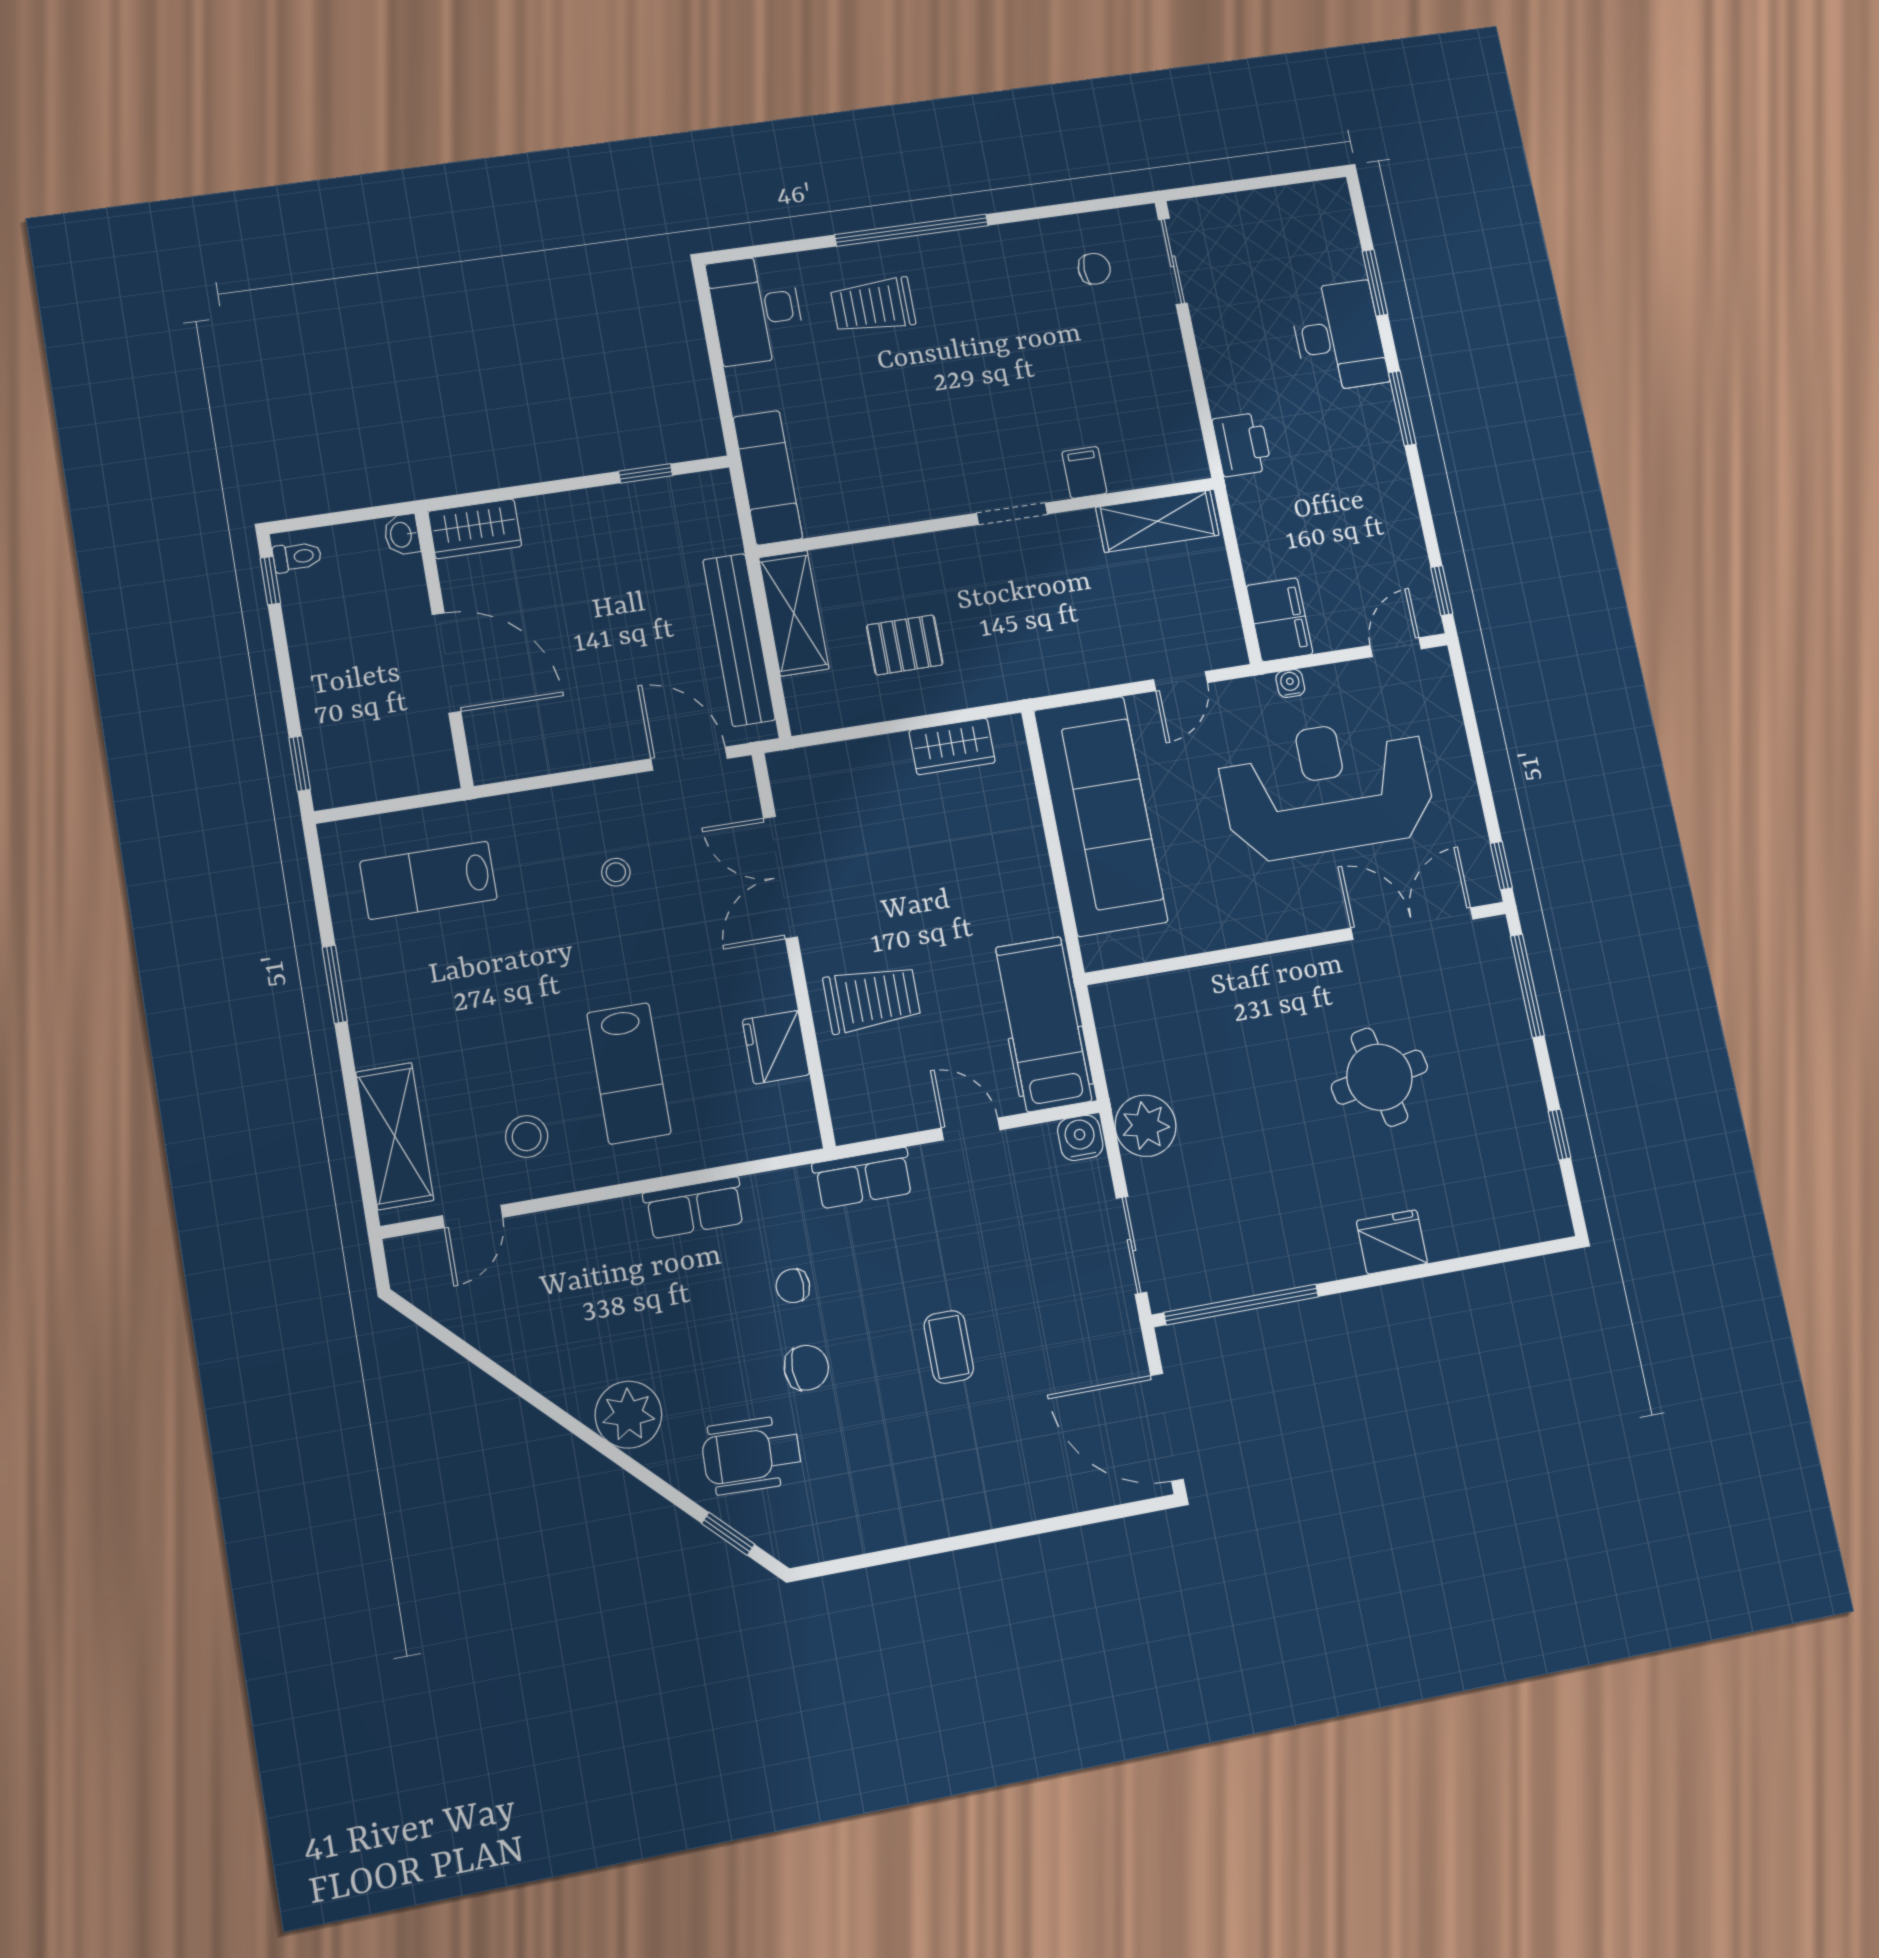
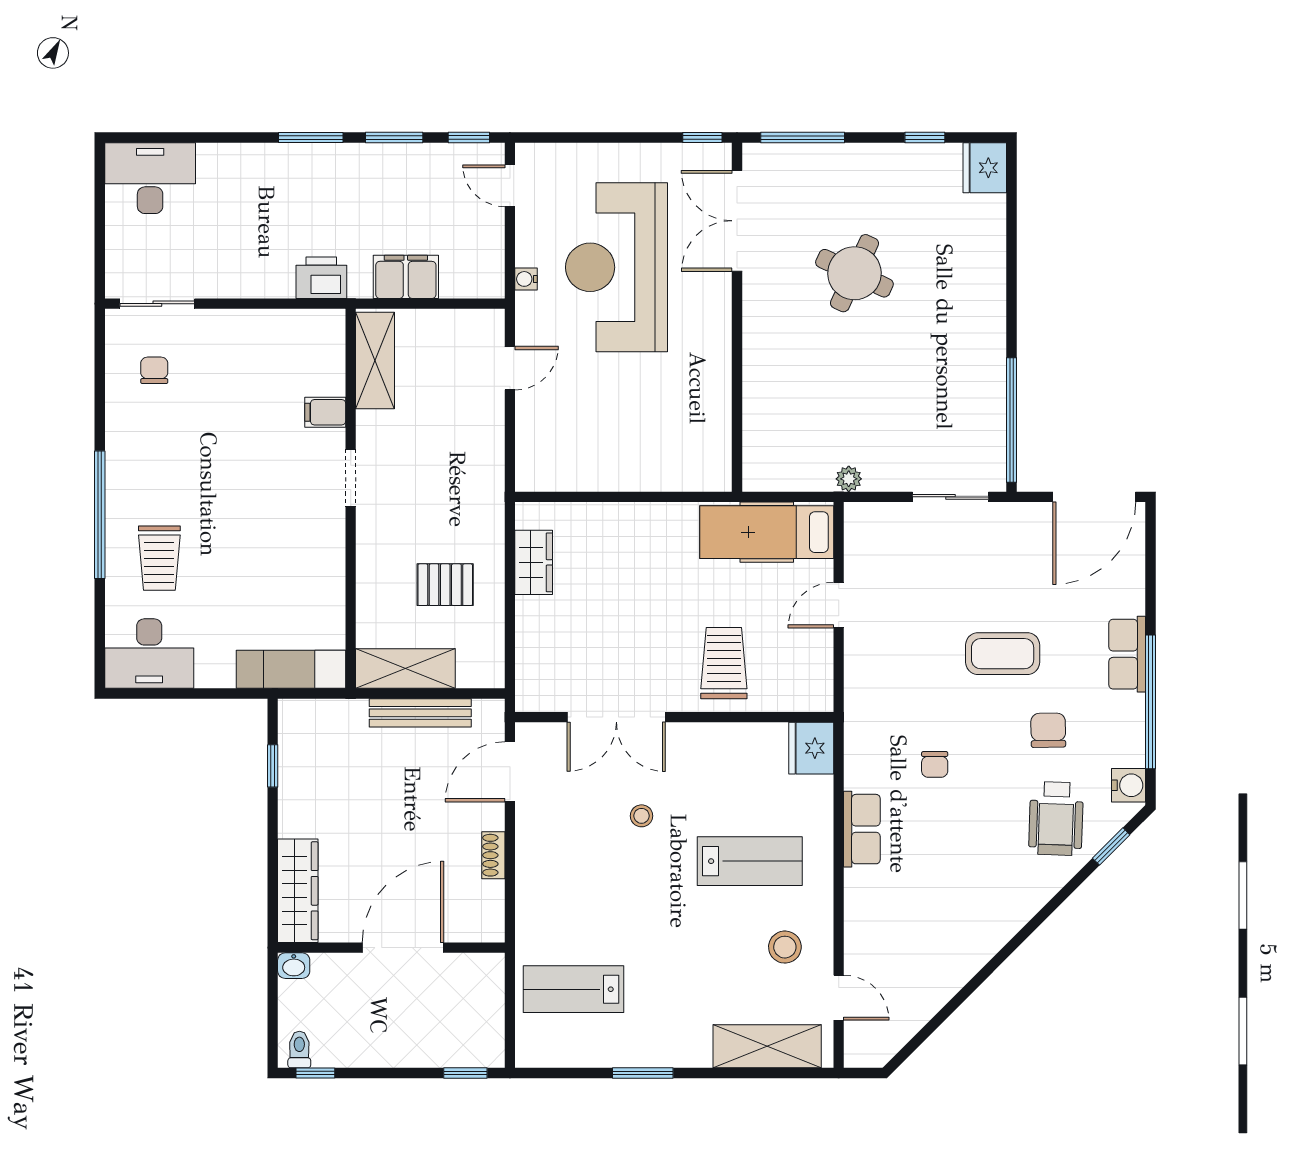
window: (1375, 283) -> (394, 138), moved
desk: (1338, 336) -> (150, 178), moved
wardrobe: (475, 529) -> (298, 891), width x1.50
filing cabinet: (1280, 620) -> (406, 277), moved
bench: (739, 640) -> (420, 713), width x0.73, depth x0.82
pallet: (905, 645) -> (445, 585), turned 90
door: (1180, 681) -> (510, 368), hinge flipped
shoe rack: (581, 755) -> (493, 855), added
sofa: (1101, 816) -> (609, 454), removed
stool: (616, 872) -> (642, 816), moved
lab bench: (429, 880) -> (574, 989), turned 90
fridge: (776, 1047) -> (811, 748), moved, turned 90
round table: (1379, 1077) -> (854, 273), turned 36
plant: (1146, 1126) -> (849, 479), width x0.53, depth x0.53
water cooler: (1080, 1138) -> (1129, 785), moved, turned 180
row of seats: (863, 1178) -> (1127, 654), moved, turned 180
fridge: (1392, 1242) -> (985, 168), moved
coffee table: (949, 1347) -> (1003, 654), width x1.36, depth x1.30
chair: (806, 1368) -> (1048, 730), moved
plant: (628, 1415) -> (1009, 906), removed
window: (923, 1549) -> (1150, 702), added

